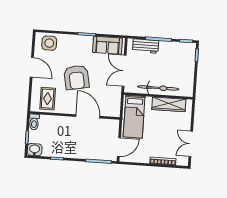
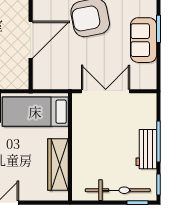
sofa: (108, 45) -> (144, 40), moved
workbench: (146, 46) -> (146, 149), moved
bicycle: (158, 88) -> (118, 190), moved, turned -90

